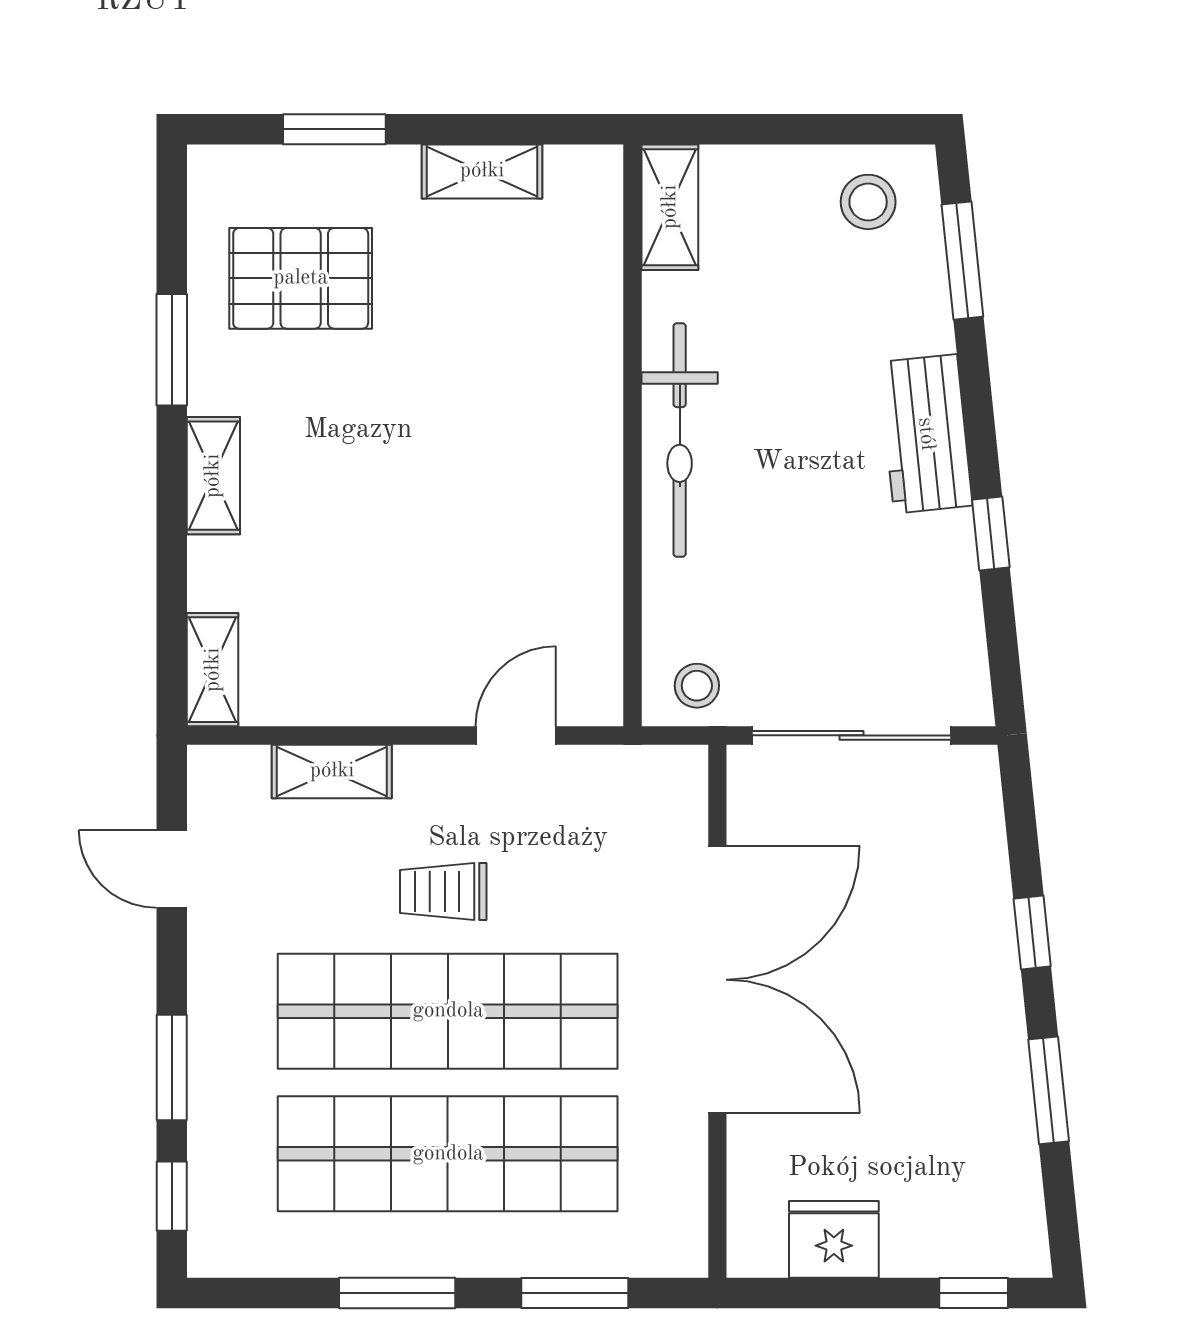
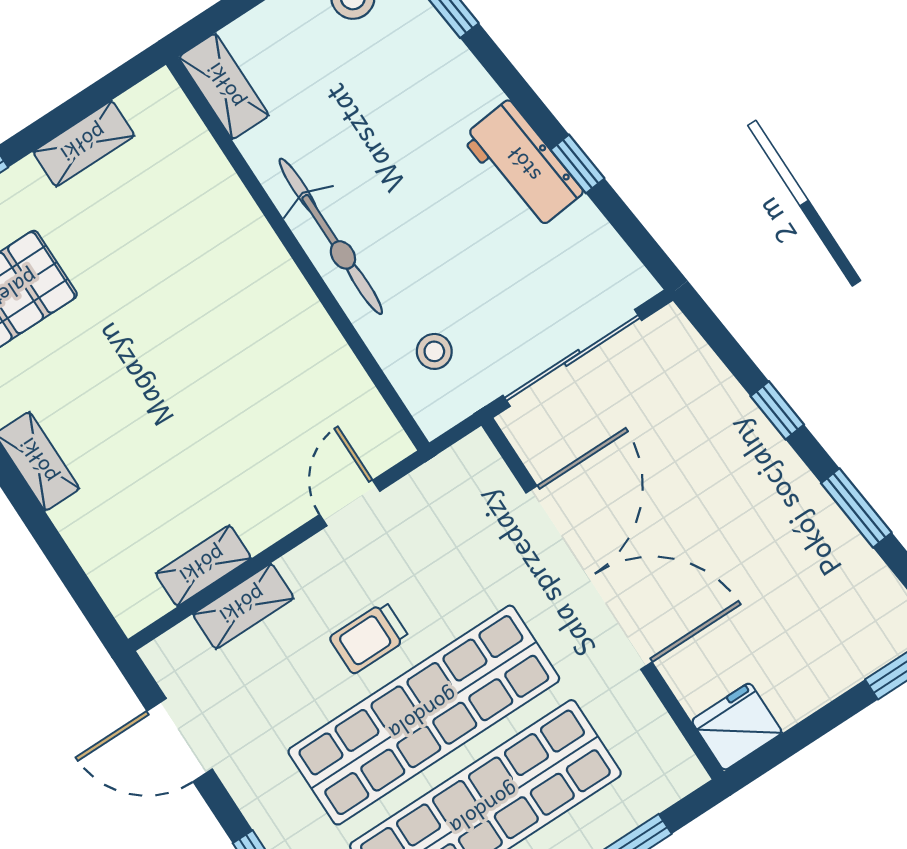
workbench: (926, 434) -> (523, 165), moved
shelving: (213, 670) -> (203, 566), moved, turned 90
stool: (697, 686) -> (434, 351), moved
door: (172, 869) -> (180, 740), width x1.38
fridge: (834, 1239) -> (737, 727), moved

